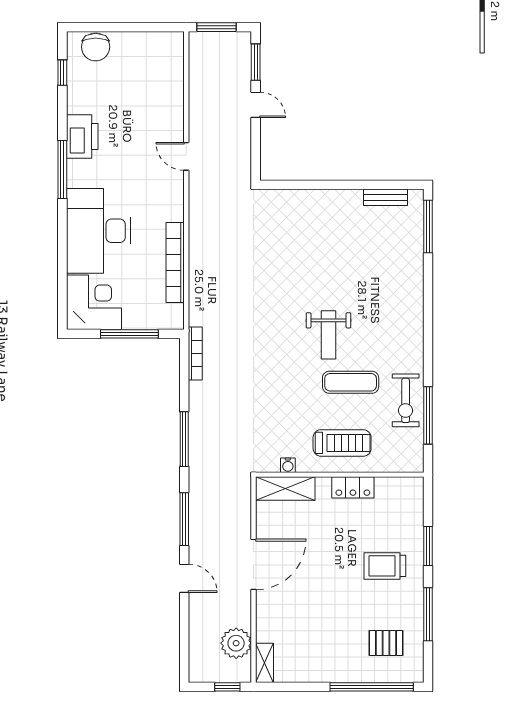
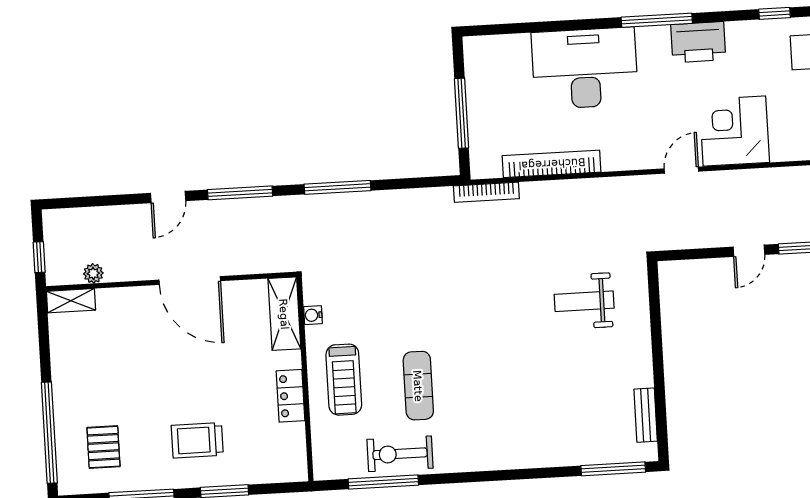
corner desk: (94, 302) -> (734, 131), moved, turned 180
weight bench: (329, 335) -> (584, 301), moved
bookcase: (195, 354) -> (486, 192), moved
trolley: (385, 566) -> (197, 440), turned -90
plant: (236, 643) -> (93, 273), width x0.53, depth x0.53

